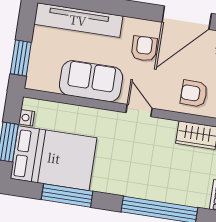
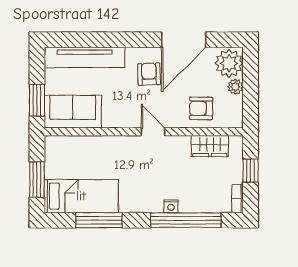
sofa: (91, 81) -> (73, 112), moved
nightstand: (27, 118) -> (171, 206), moved, turned -90
bed: (54, 158) -> (81, 196), width x0.67

